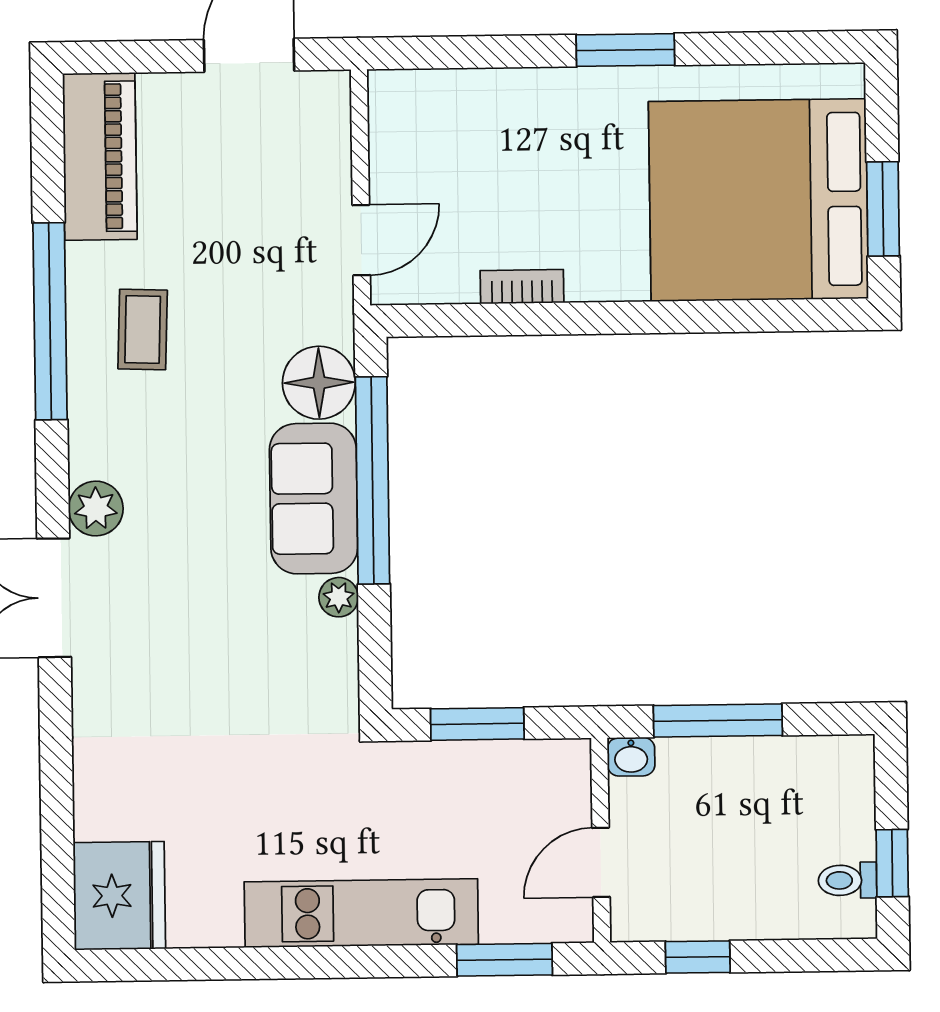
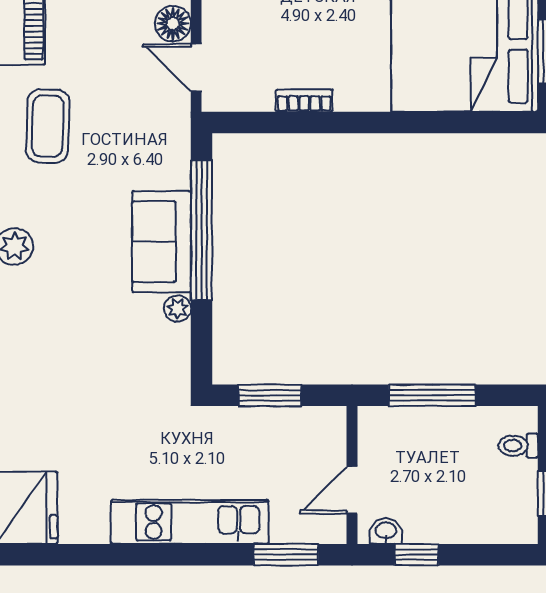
door: (361, 240) -> (196, 68), swing flipped
coffee table: (143, 330) -> (48, 126), width x1.36, depth x1.30
floor lamp: (319, 383) -> (173, 24), moved, width x0.73, depth x0.73
washbasin: (631, 757) -> (386, 531), moved, turned 180
toilet: (848, 880) -> (518, 446), moved

